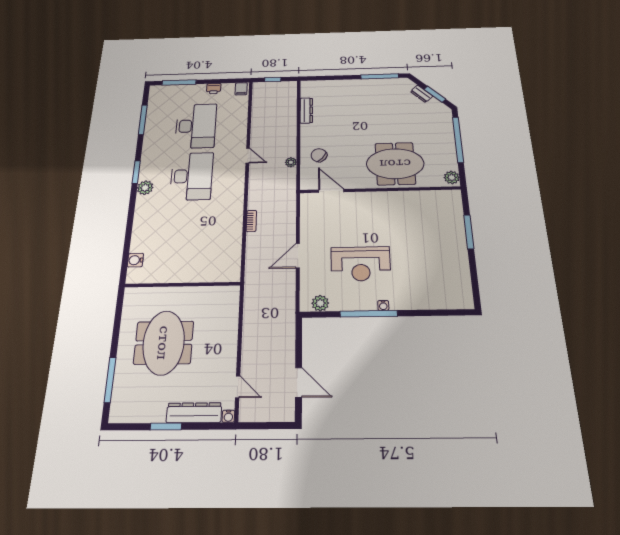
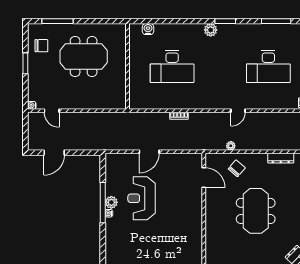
meeting table: (395, 164) -> (256, 211), moved
desk: (192, 176) -> (172, 66), moved
door: (331, 191) -> (204, 178), hinge flipped
door: (298, 256) -> (149, 152), swing flipped
plant: (320, 303) -> (111, 202), moved
door: (238, 387) -> (52, 111), hinge flipped
chair: (142, 403) -> (41, 46), added
dresser: (194, 413) -> (34, 82), removed

